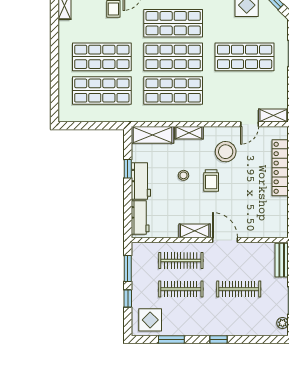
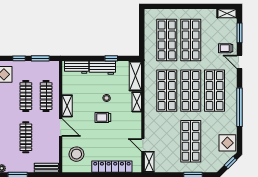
stool: (226, 152) -> (76, 154), moved
door: (225, 240) -> (61, 127), hinge flipped

